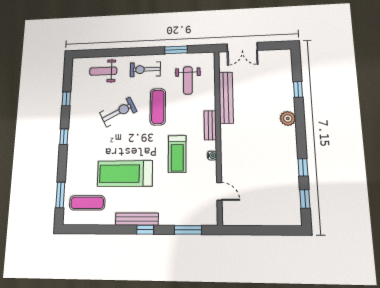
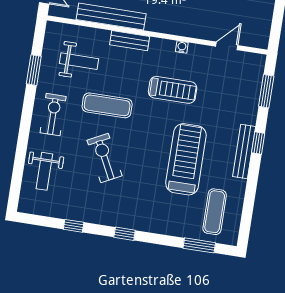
exercise bike: (145, 69) -> (53, 115), turned 180
bench: (210, 125) -> (130, 41), moved
treadmill: (125, 174) -> (186, 159), turned 180

